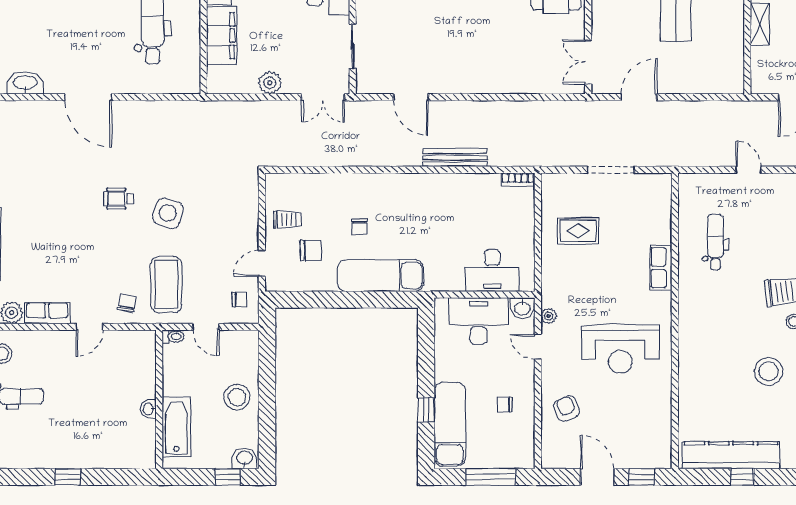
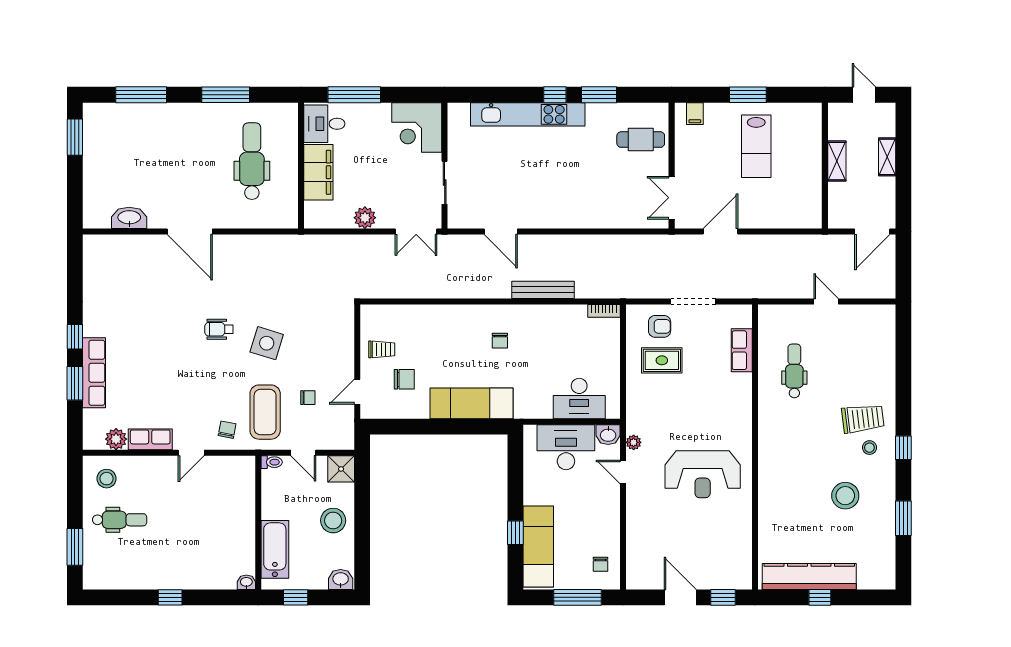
chair: (360, 227) -> (500, 341), moved
row of seats: (661, 268) -> (742, 350), moved
chair: (240, 299) -> (308, 398), moved
shower: (245, 344) -> (341, 469), added
chair: (505, 405) -> (601, 564), moved, turned -90
armchair: (567, 408) -> (660, 326), moved, turned 113
washbasin: (149, 409) -> (246, 582), moved, turned 90
window: (228, 477) -> (296, 597), moved

